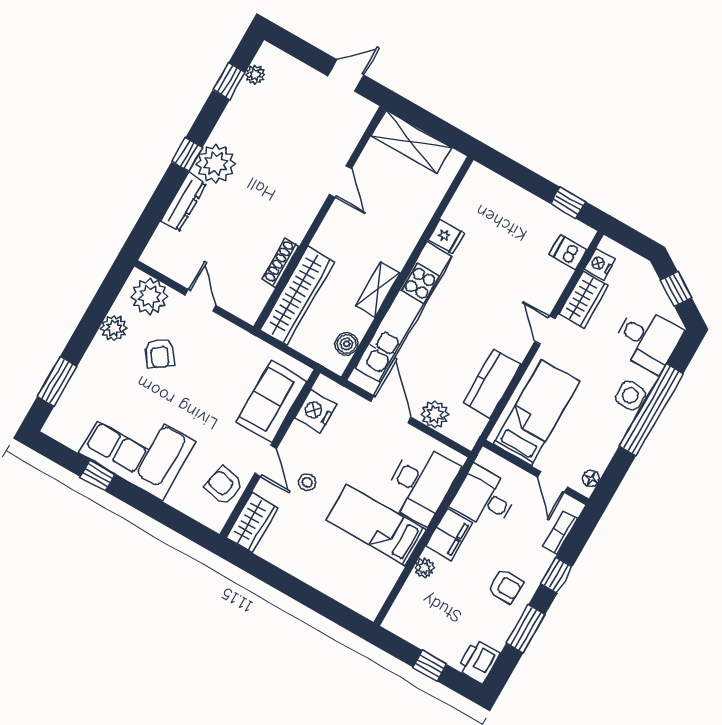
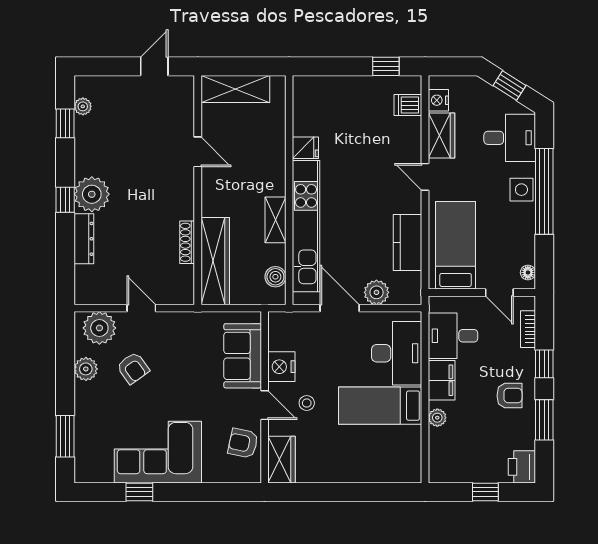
nightstand: (316, 411) -> (281, 367), moved

